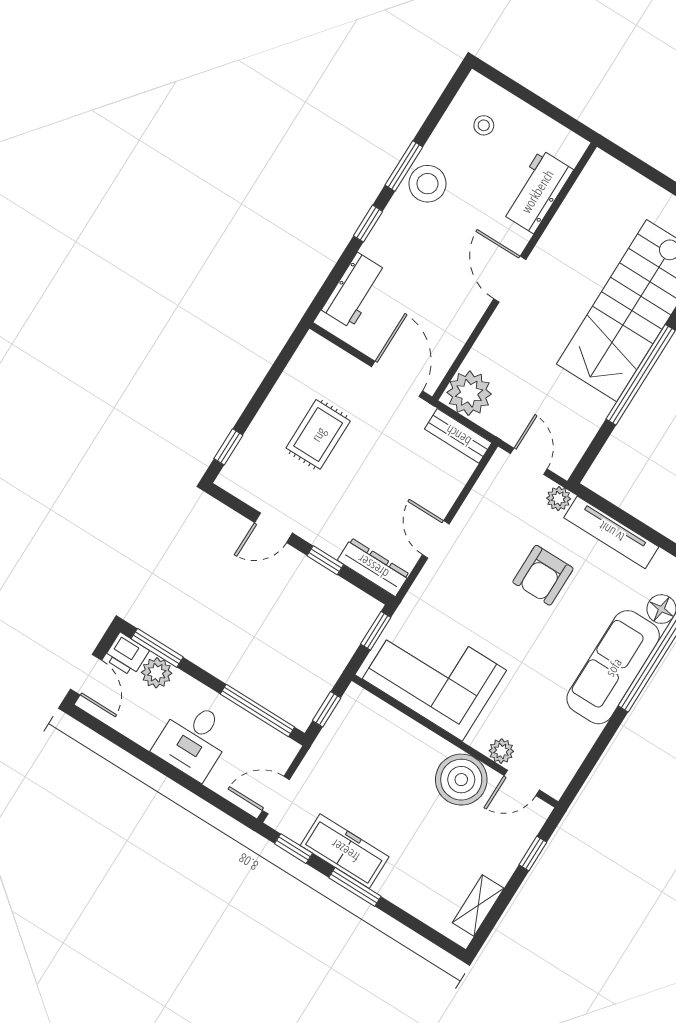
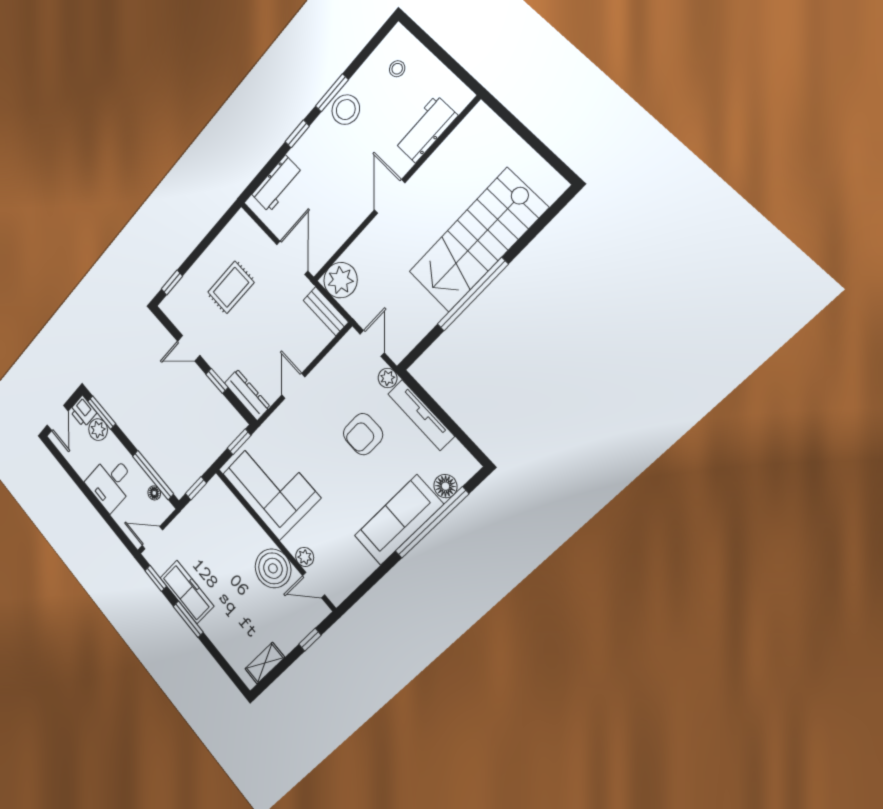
floor lamp: (265, 734) -> (154, 493), added

